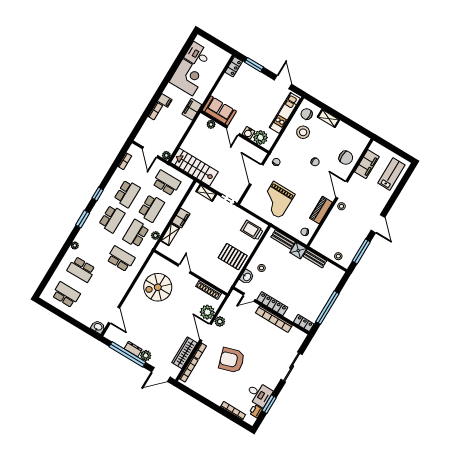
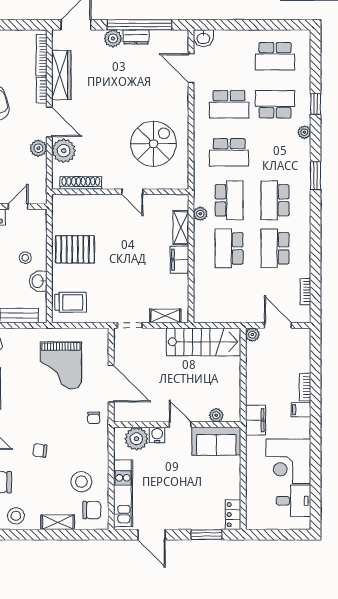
stool: (348, 135) -> (16, 516), added
school desk: (166, 183) -> (229, 104), moved
window: (98, 194) -> (316, 104), moved
grand piano: (277, 200) -> (61, 365), turned 180
washbasin: (247, 277) -> (38, 281), moved

